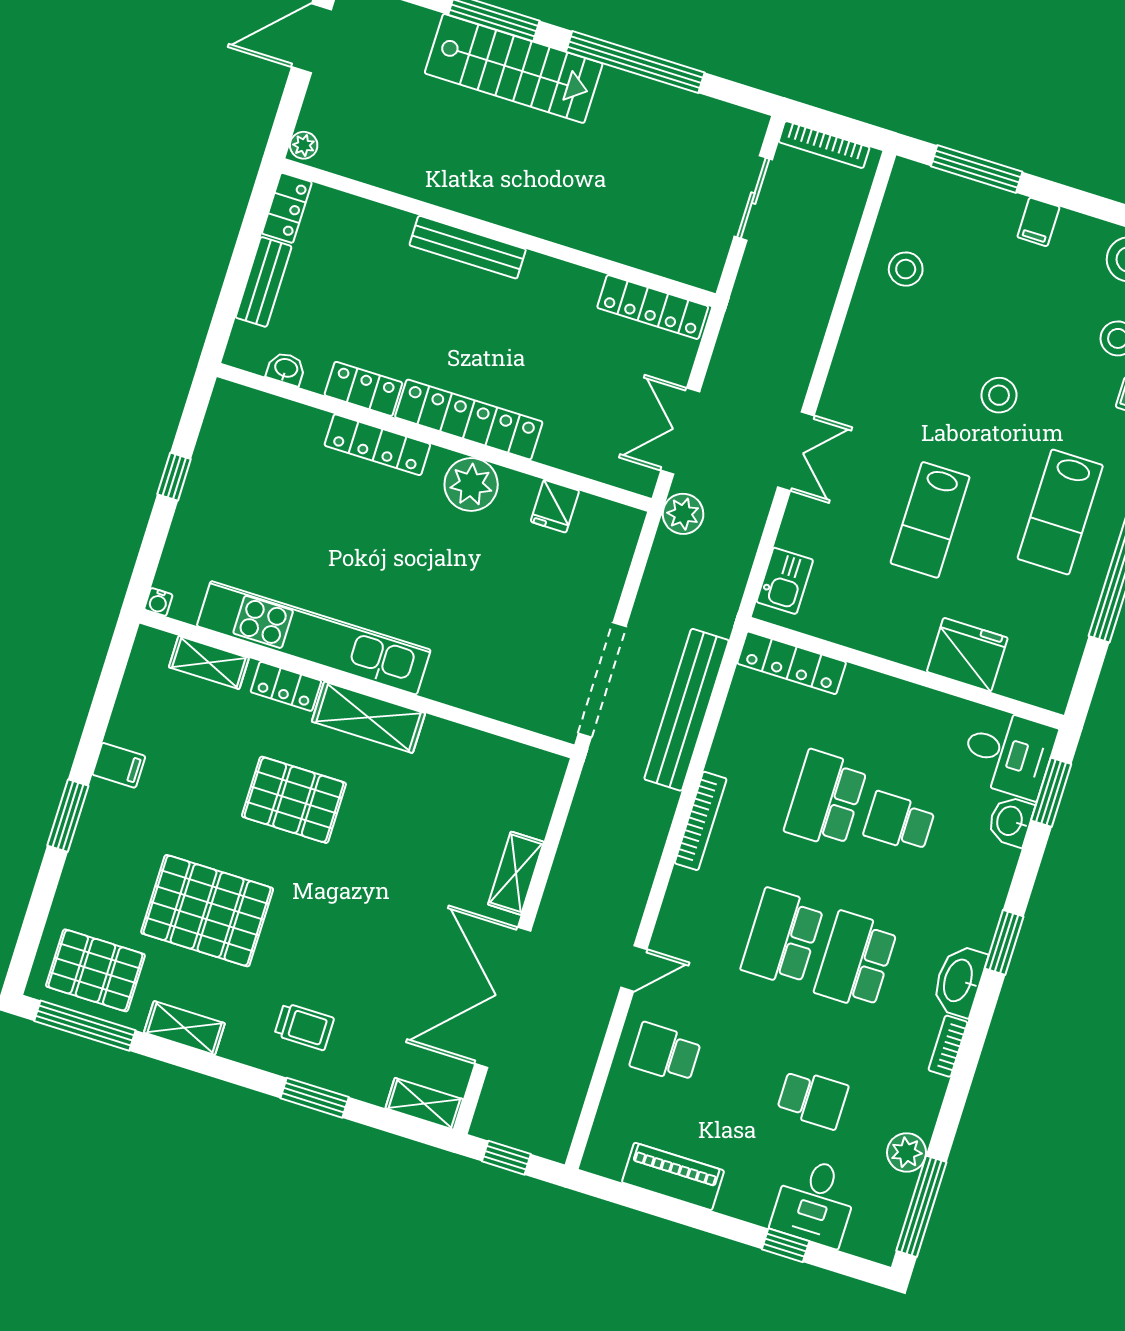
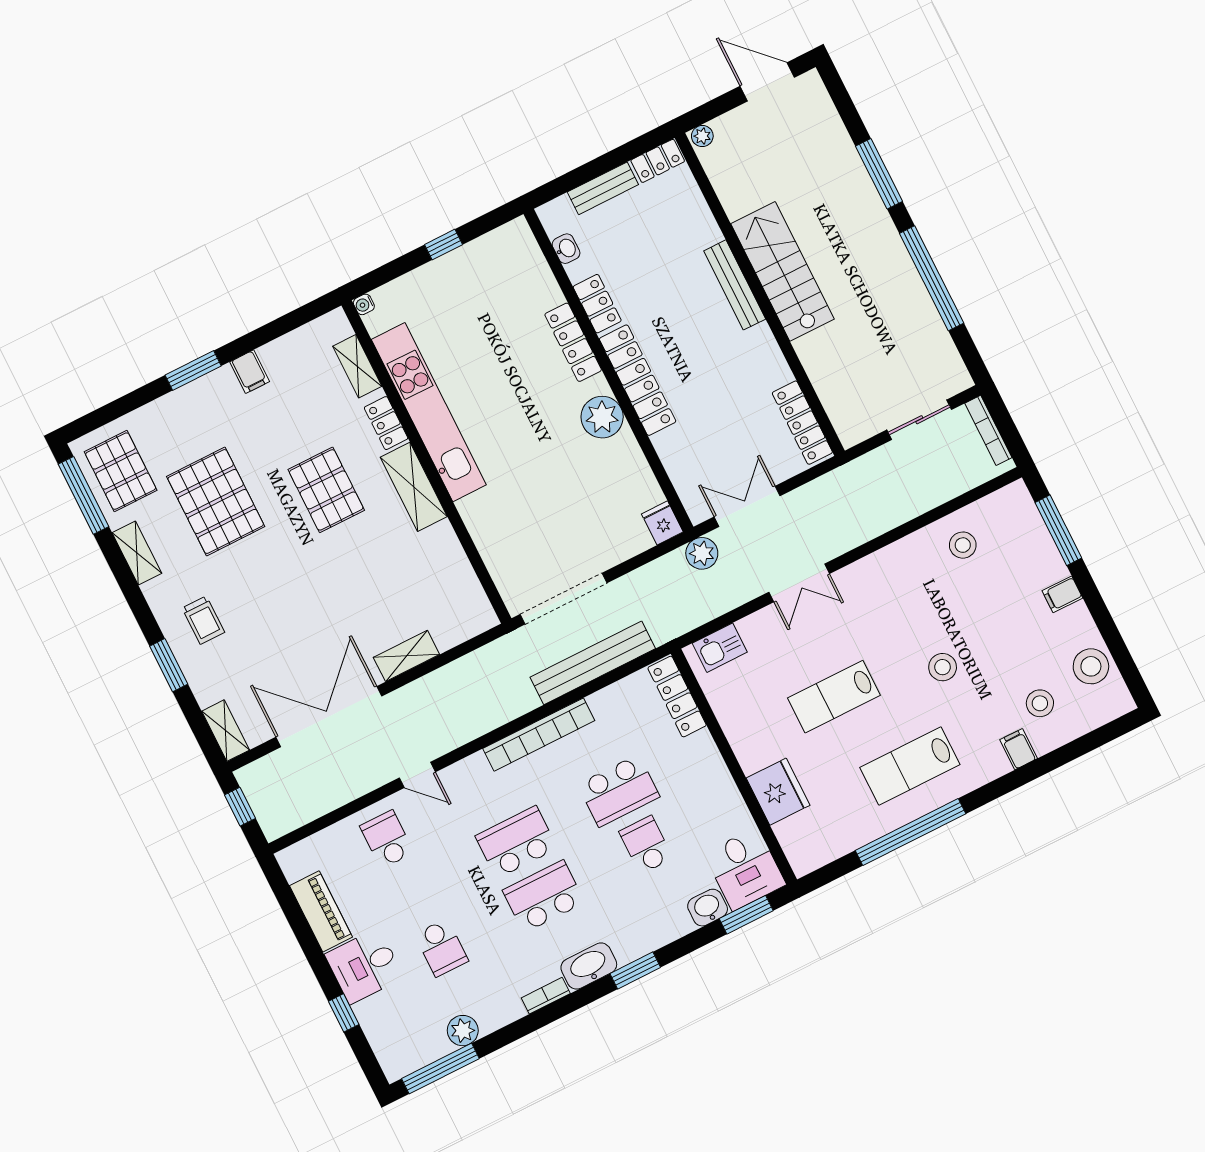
stairs: (514, 68) -> (782, 271), moved, turned 180
fridge: (555, 506) -> (662, 523), moved, turned 90
school desk: (826, 799) -> (619, 791), turned 180
bookcase: (701, 821) -> (539, 735), width x1.48, depth x1.31
desk: (815, 1202) -> (364, 966), moved

